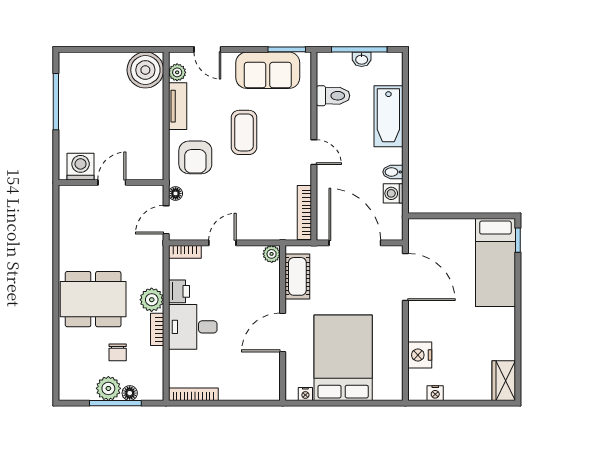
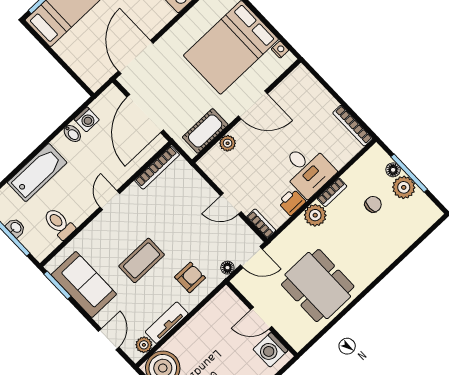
armchair: (195, 157) -> (190, 277), width x0.72, depth x0.72
plant: (272, 254) -> (228, 143), moved
dining table: (93, 299) -> (318, 286), moved

